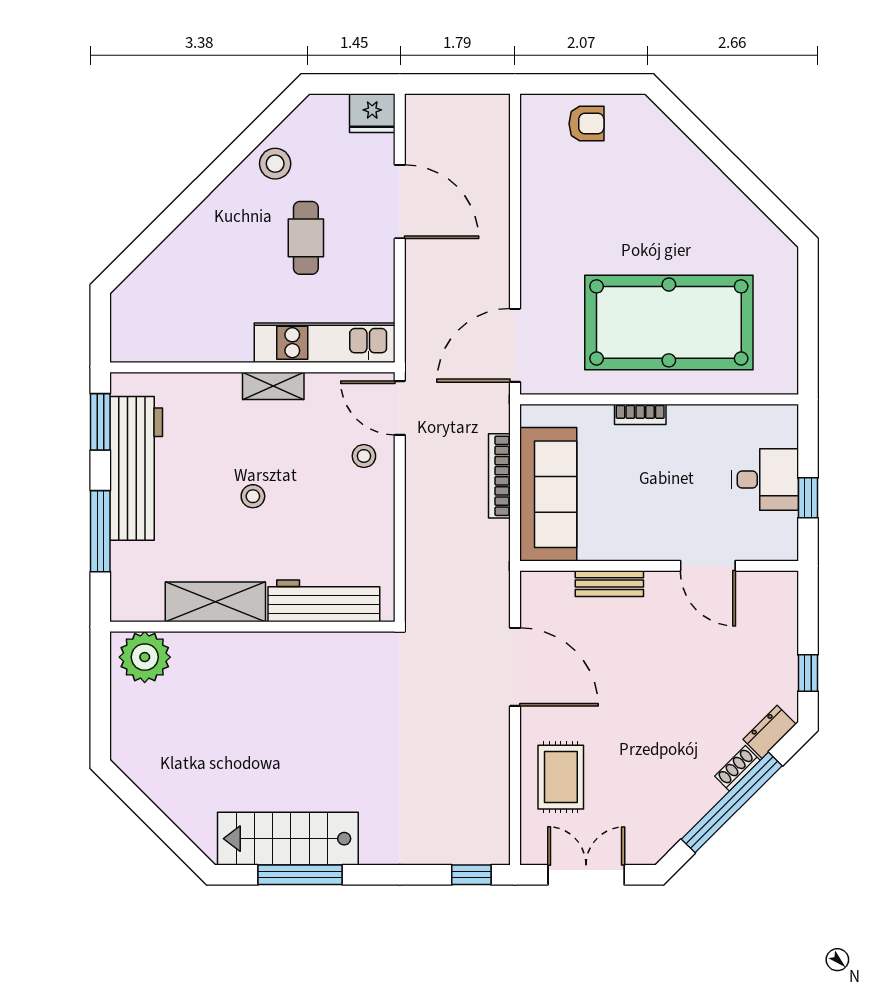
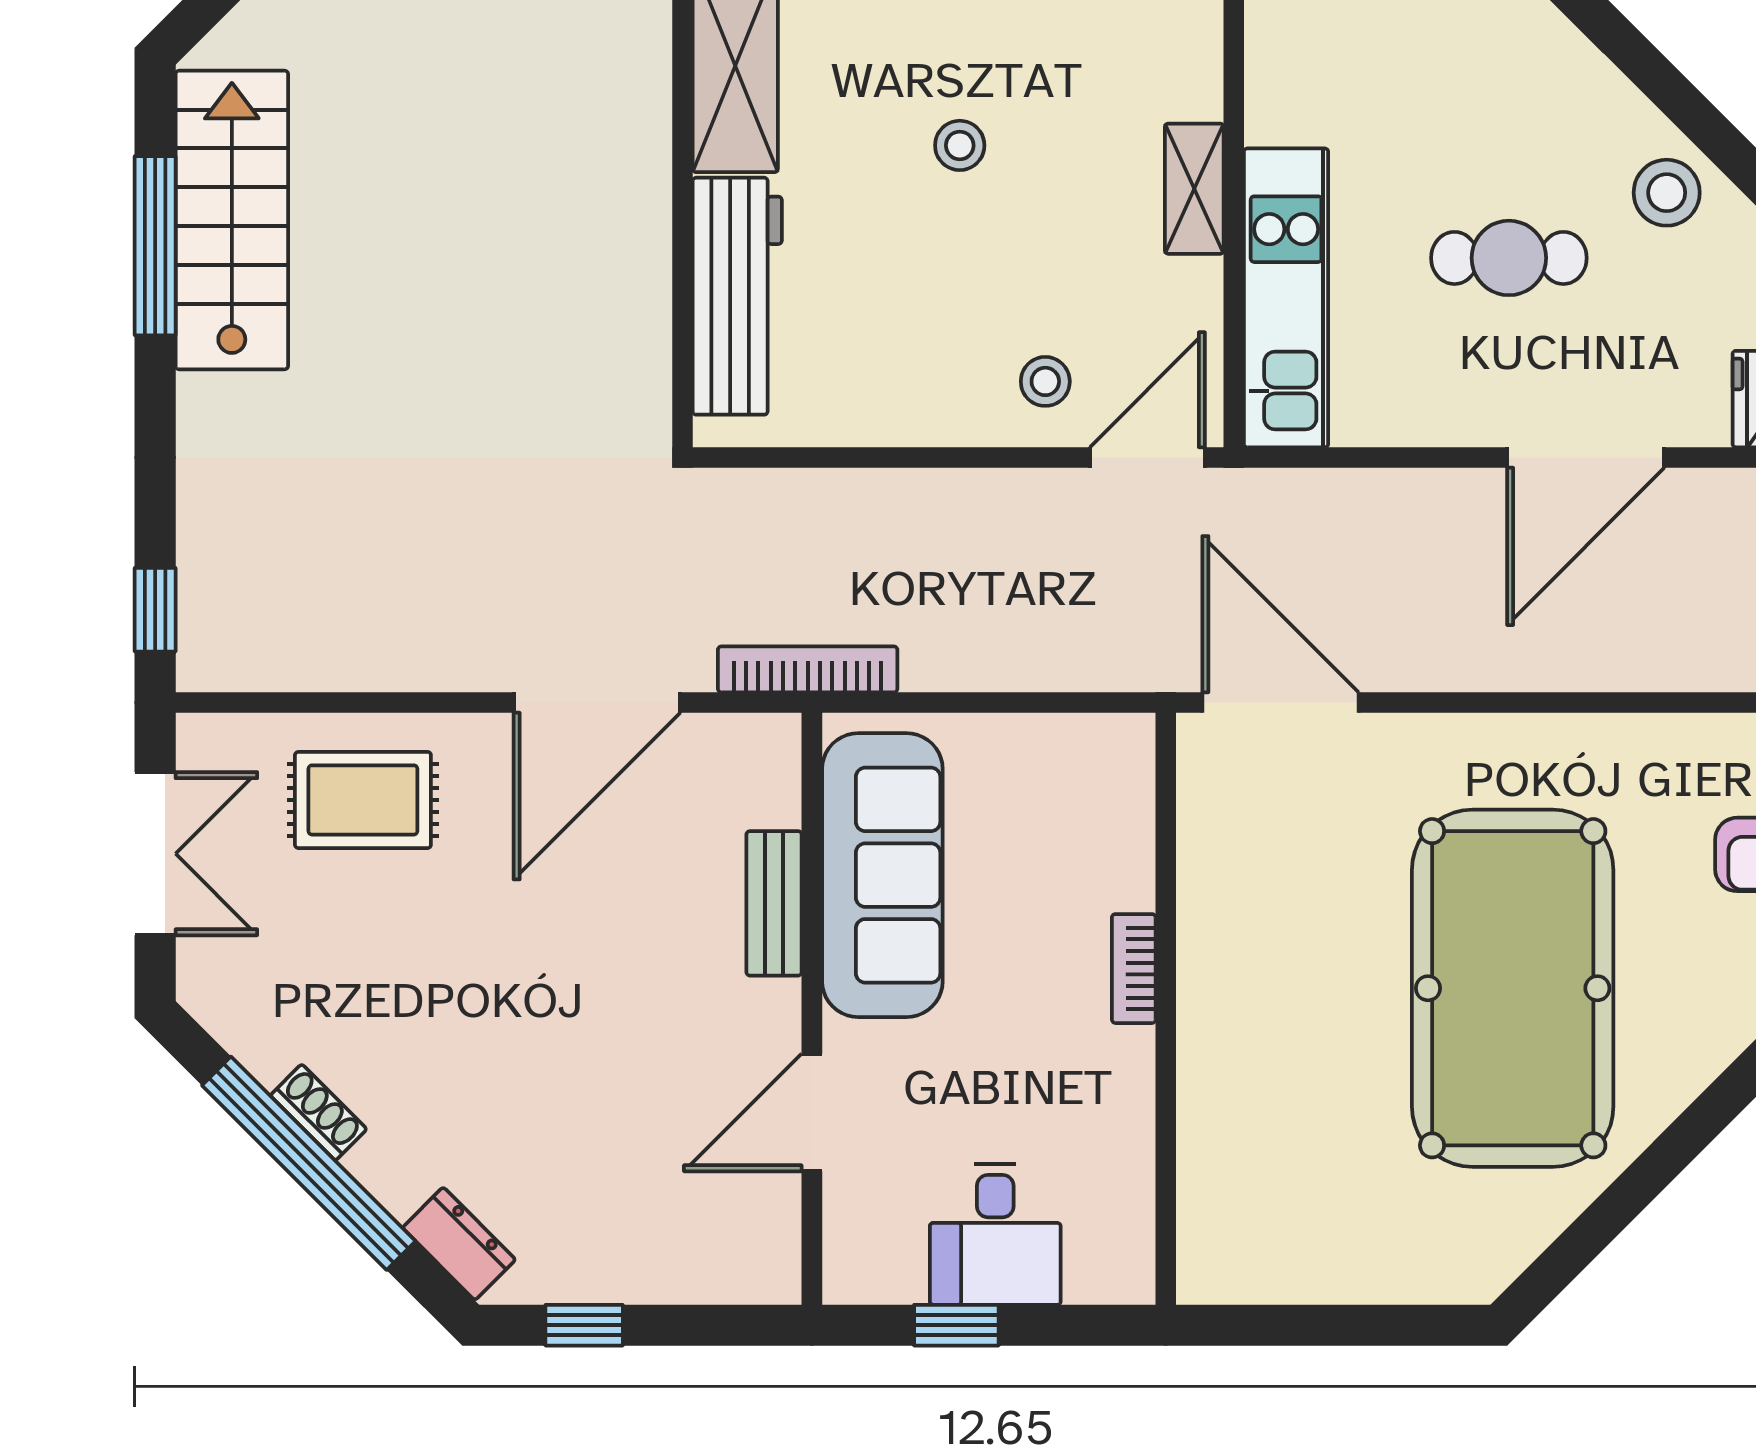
pool table: (669, 322) -> (1513, 988), moved
bookcase: (499, 476) -> (808, 669), moved
sofa: (548, 494) -> (882, 875), moved, turned -90
shoe rack: (737, 768) -> (319, 1112), moved

